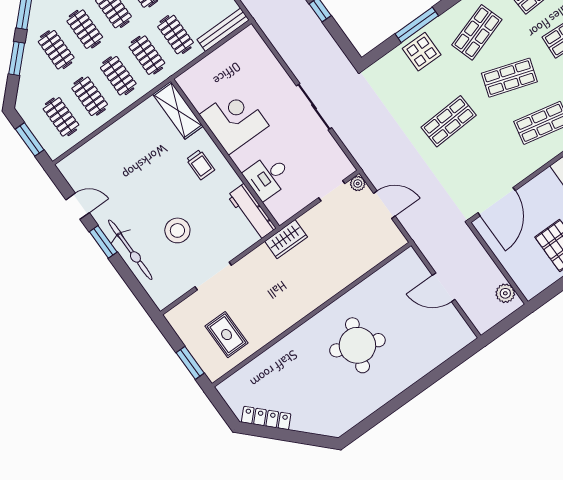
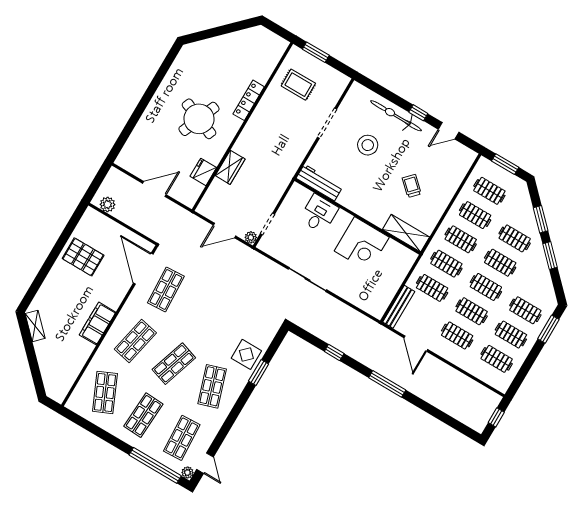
window: (417, 25) -> (259, 372), width x0.69
shop shelf: (449, 121) -> (166, 289), moved
trolley: (200, 165) -> (412, 186), moved, turned 43
wardrobe: (286, 239) -> (230, 167), moved, turned 180
window: (103, 242) -> (418, 113), width x0.67
fridge: (379, 282) -> (203, 172), added
locker: (266, 418) -> (249, 100), moved, turned 135

